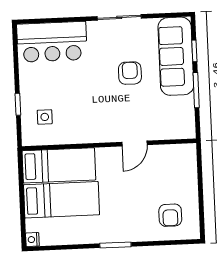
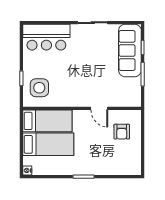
armchair: (130, 73) -> (98, 61), removed
side table: (45, 117) -> (39, 88), width x1.87, depth x1.87
door: (135, 144) -> (99, 108), hinge flipped
armchair: (170, 215) -> (122, 132), moved

